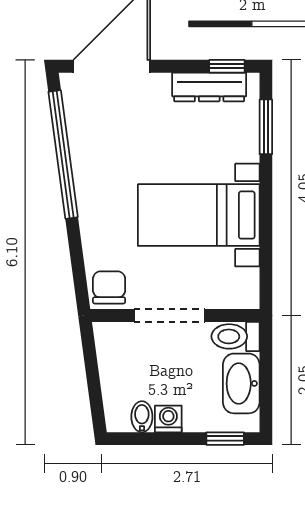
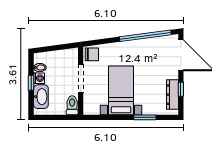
window: (227, 66) -> (181, 89), moved
window: (266, 127) -> (145, 117), moved
washbasin: (241, 383) -> (41, 97), moved, turned 90
window: (225, 439) -> (31, 83), moved

